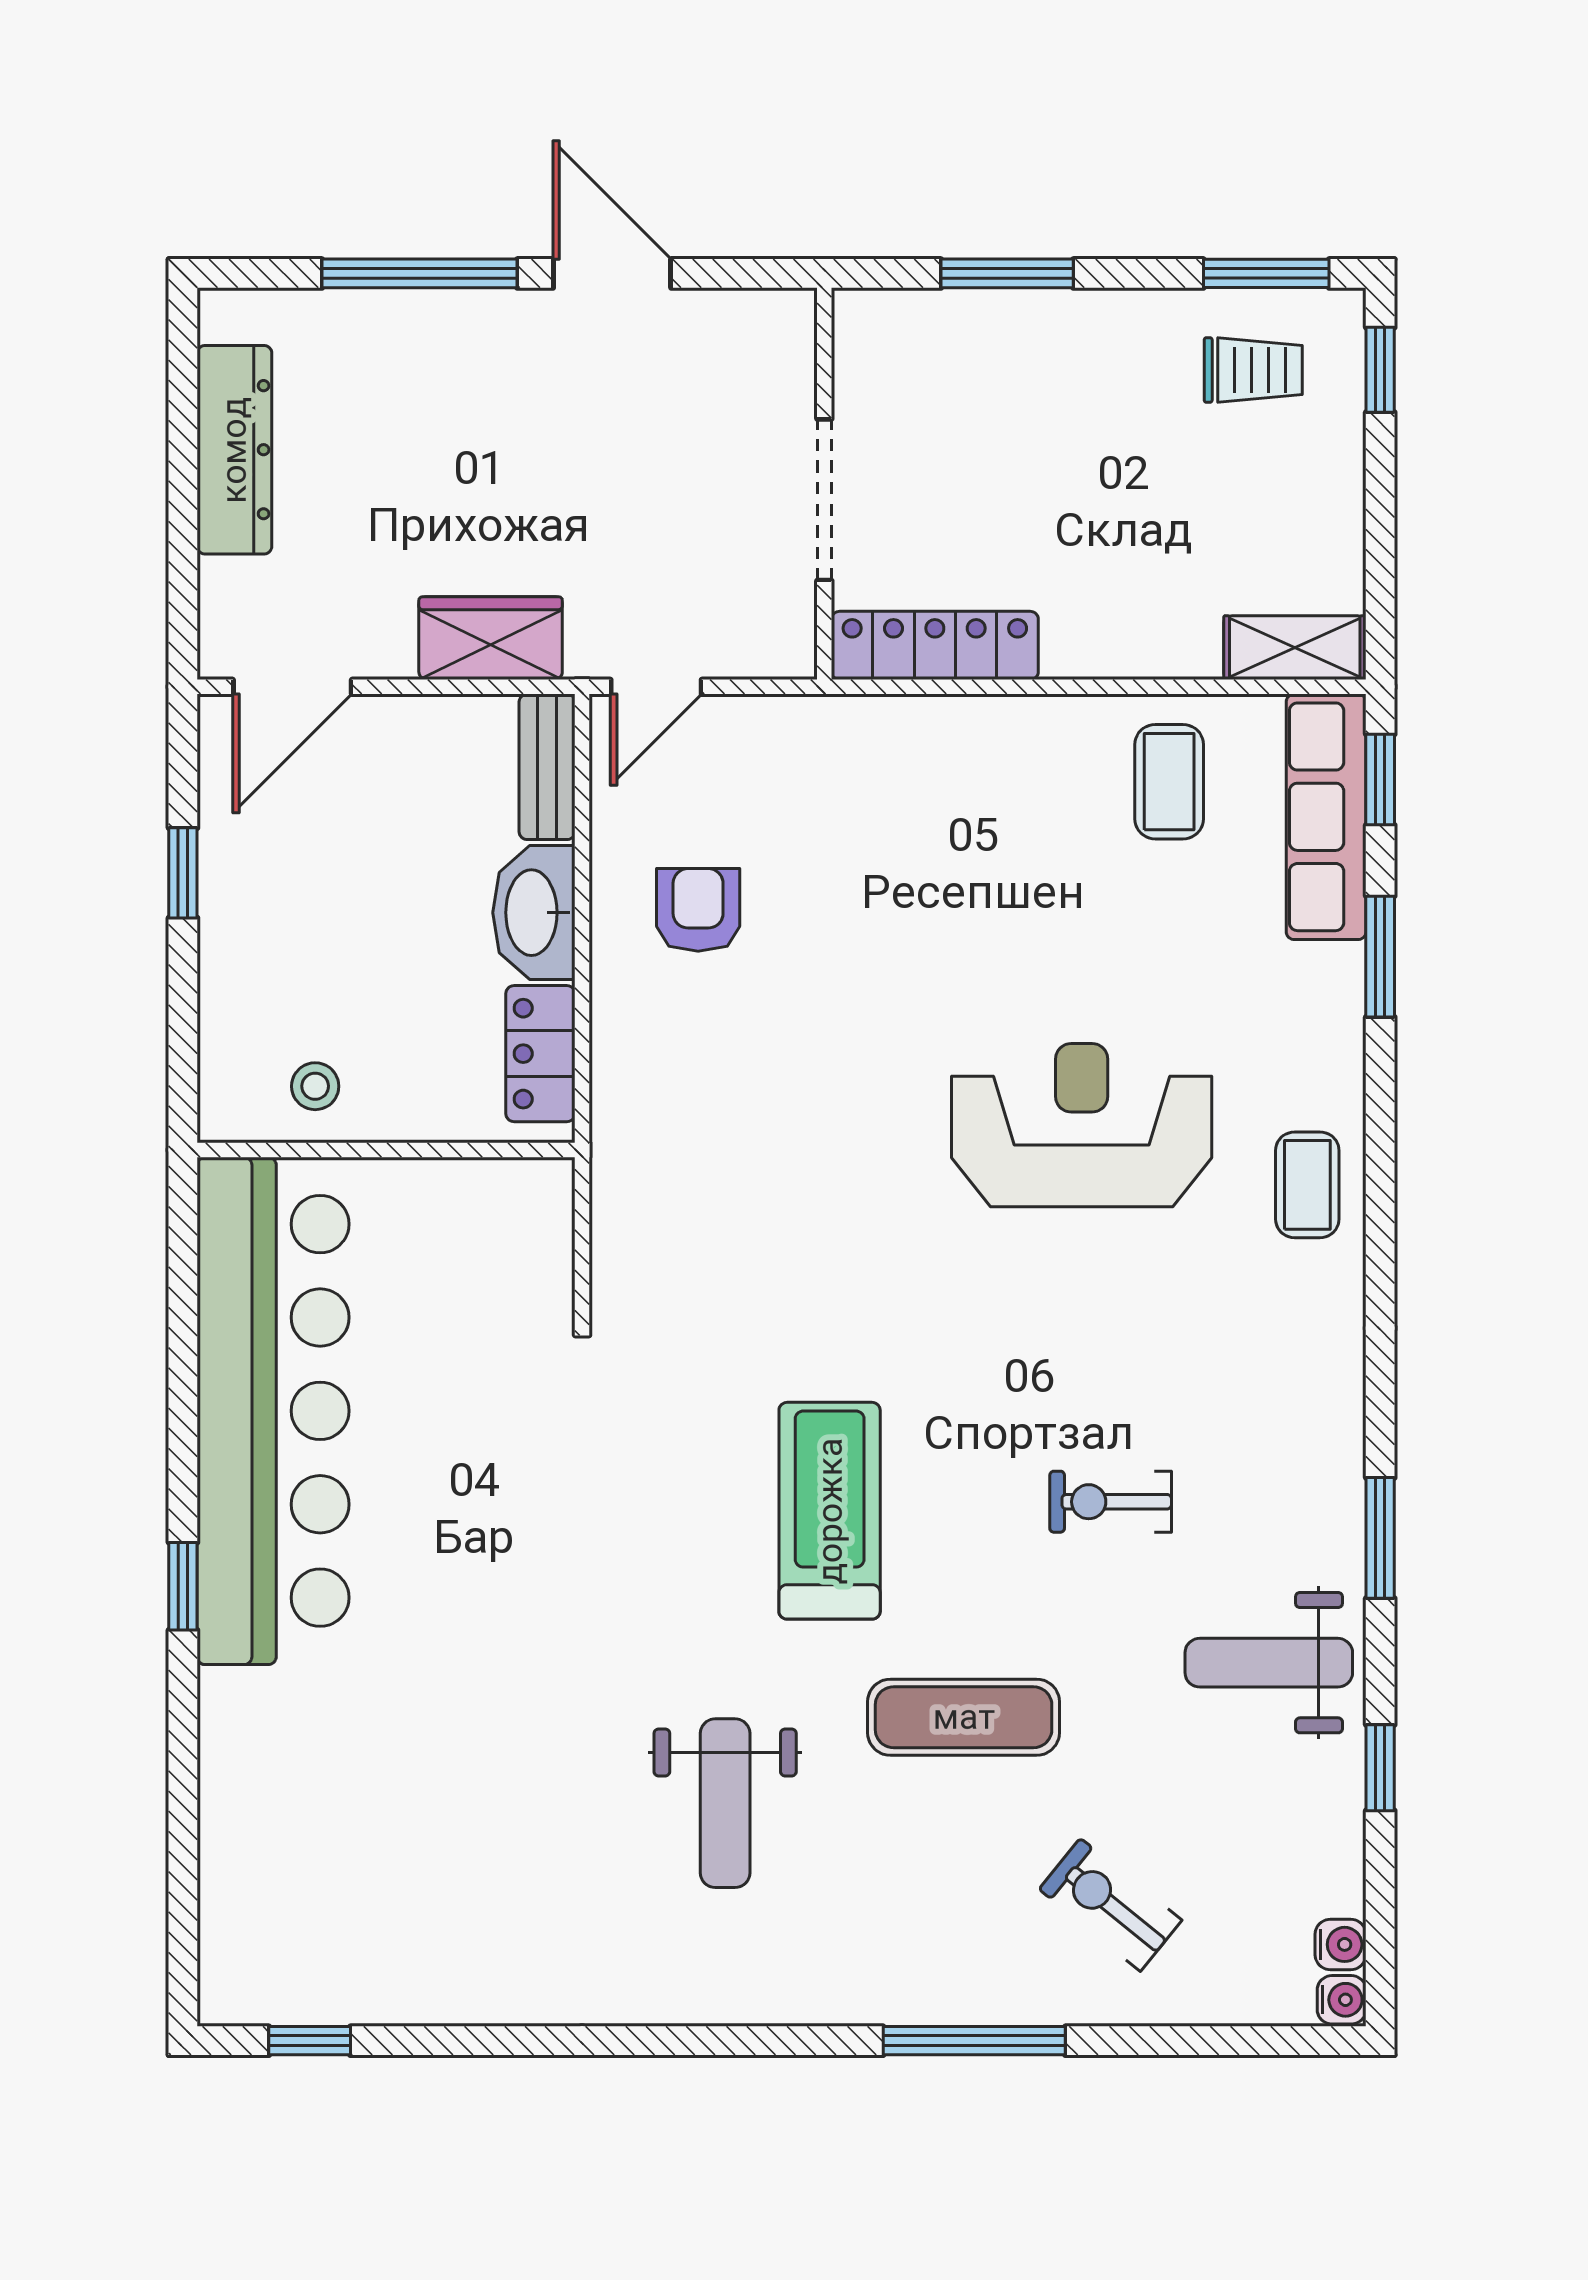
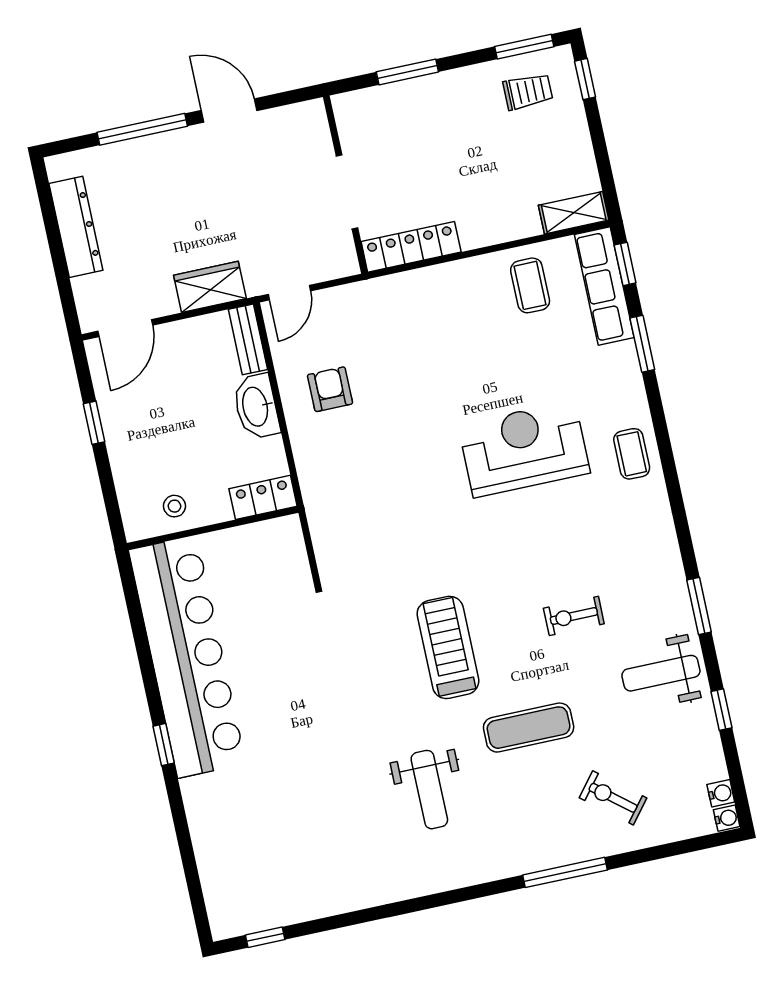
locker: (540, 1054) -> (263, 497), moved, turned 90

